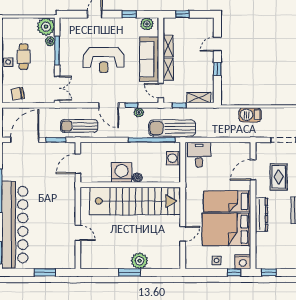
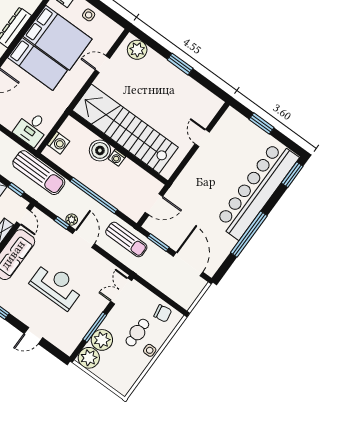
plant: (50, 41) -> (102, 340), width x1.87, depth x1.87
cafe table: (24, 57) -> (137, 333), moved
plant: (139, 112) -> (72, 220), moved
door: (25, 140) -> (188, 264), swing flipped
window: (152, 140) -> (94, 195), moved
washing machine: (122, 172) -> (117, 158), width x0.53, depth x0.53
boiler: (137, 178) -> (100, 150), width x1.86, depth x1.86
plant: (139, 261) -> (137, 50), moved

